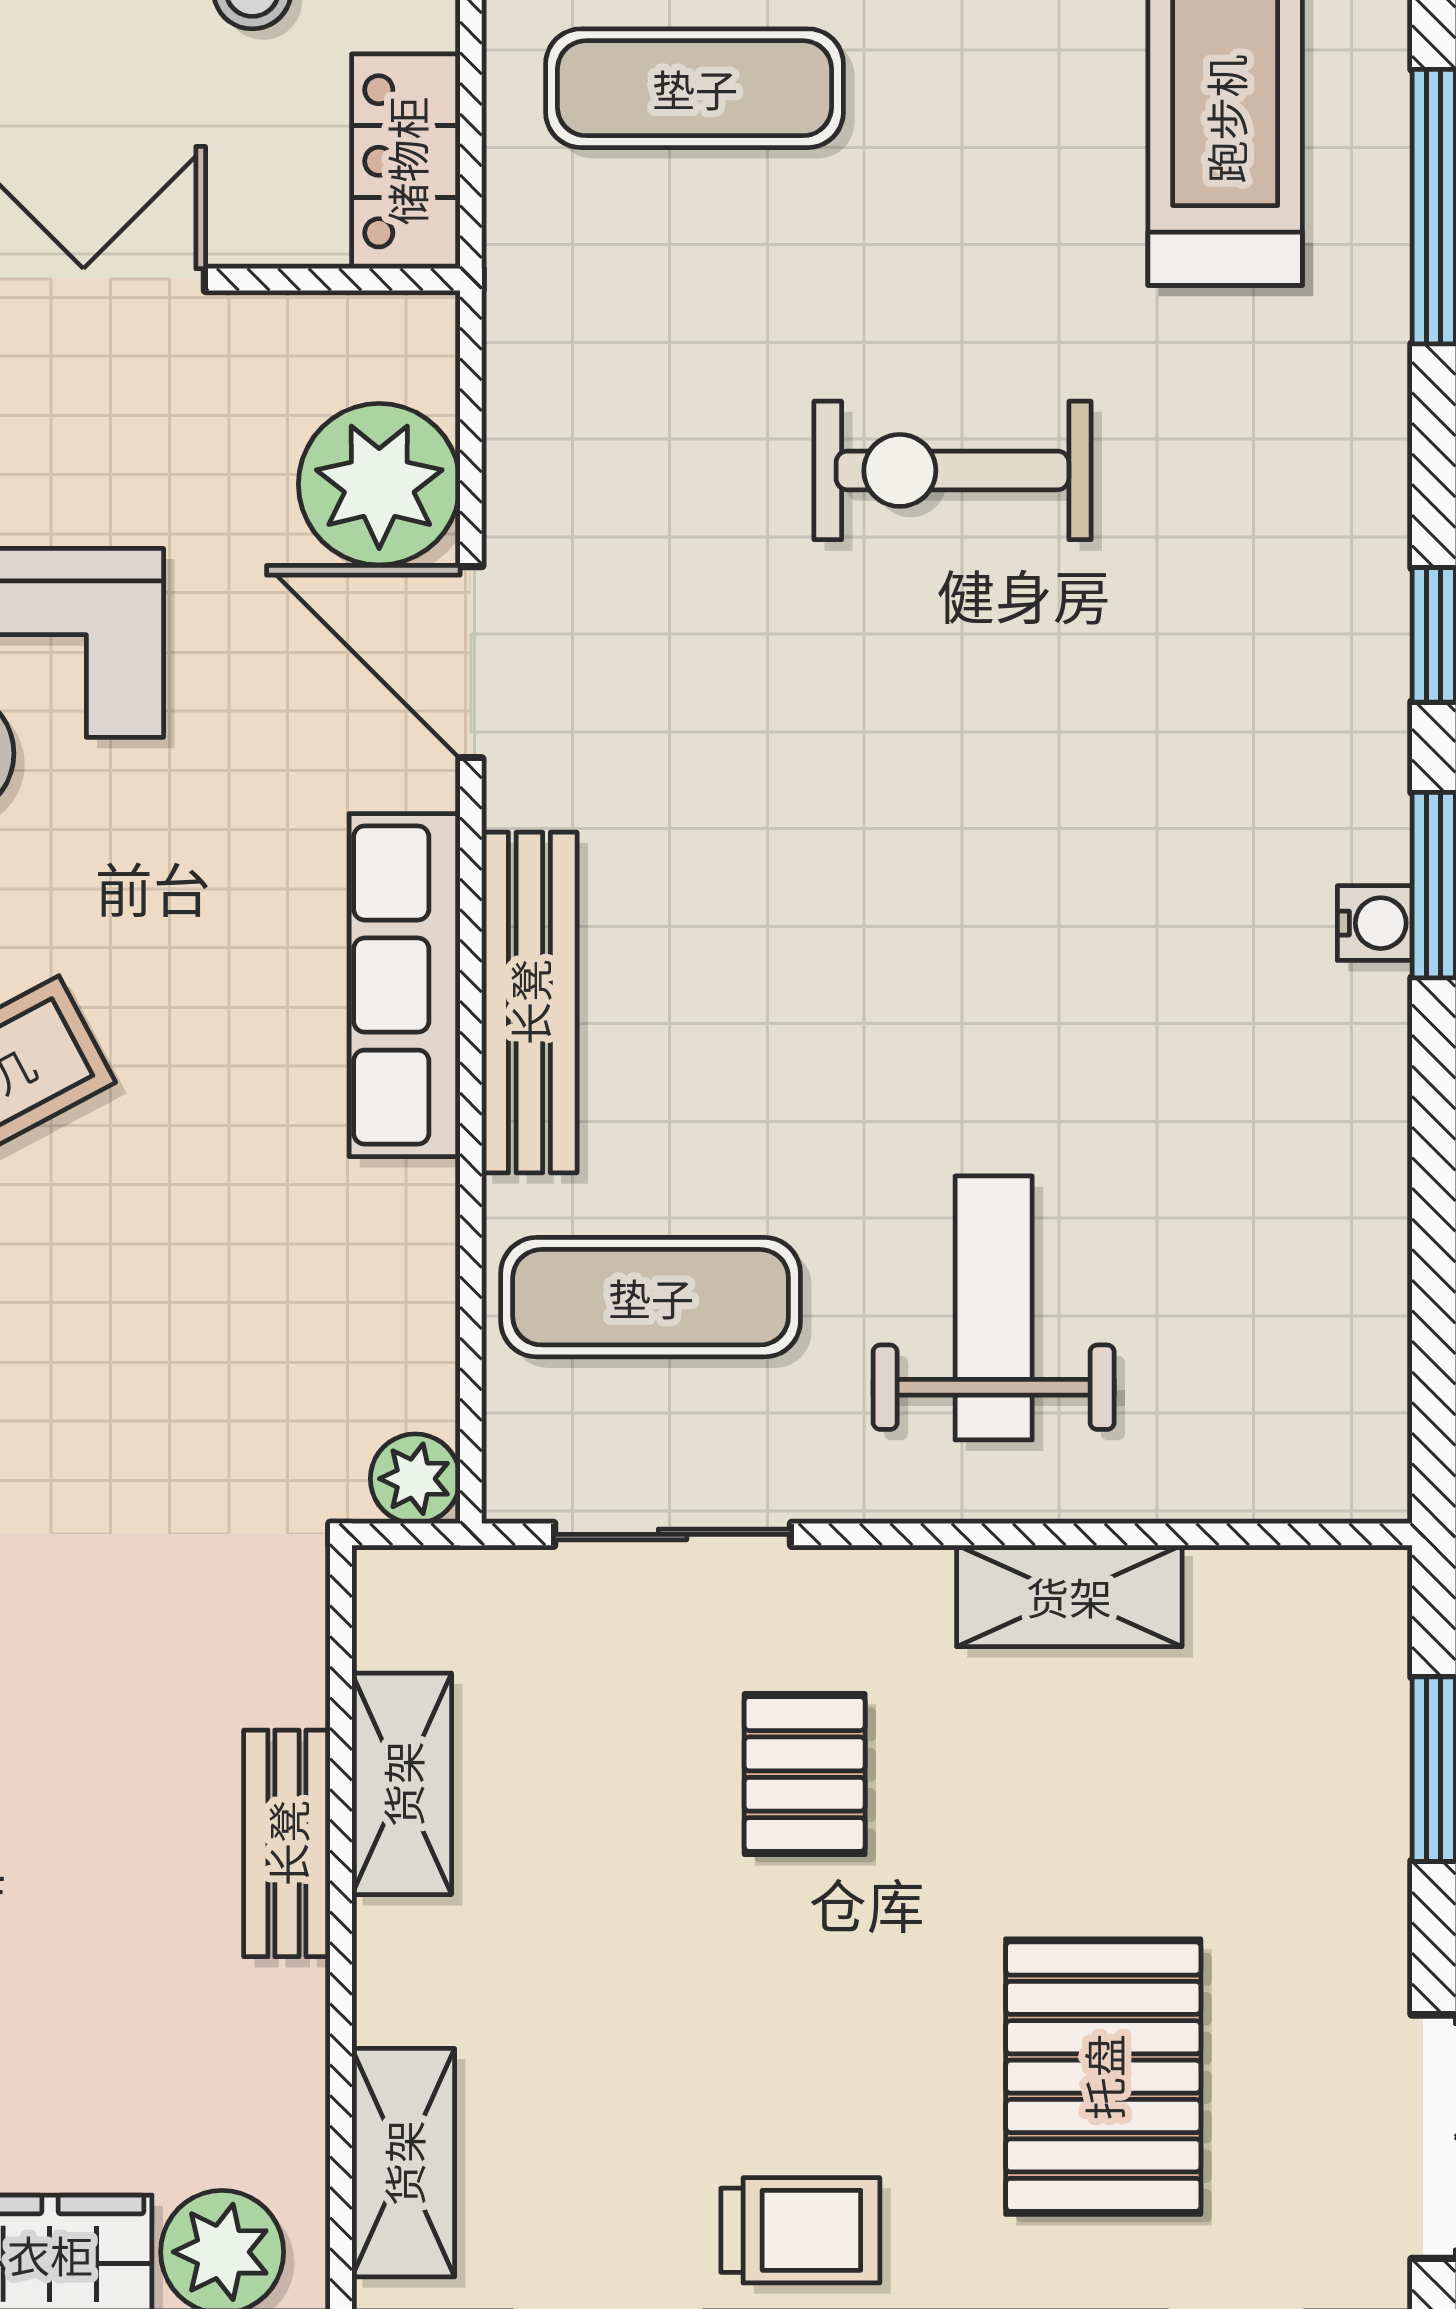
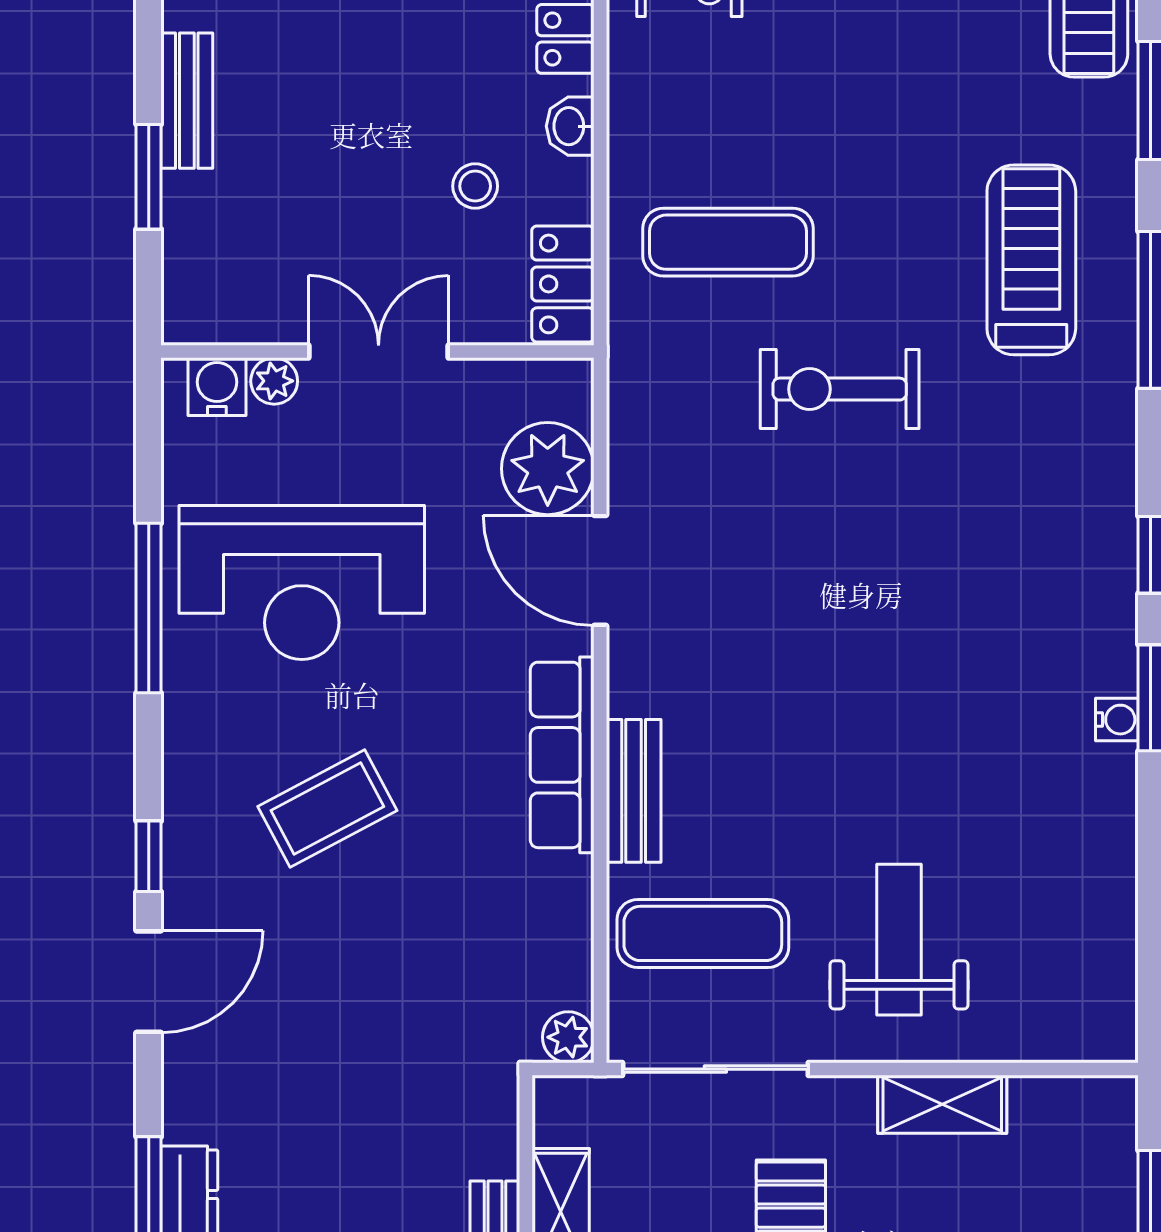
exercise bike: (952, 470) -> (840, 389), moved
bench: (529, 1002) -> (634, 791), width x0.73
sliding door: (673, 1534) -> (715, 1069), width x1.37

